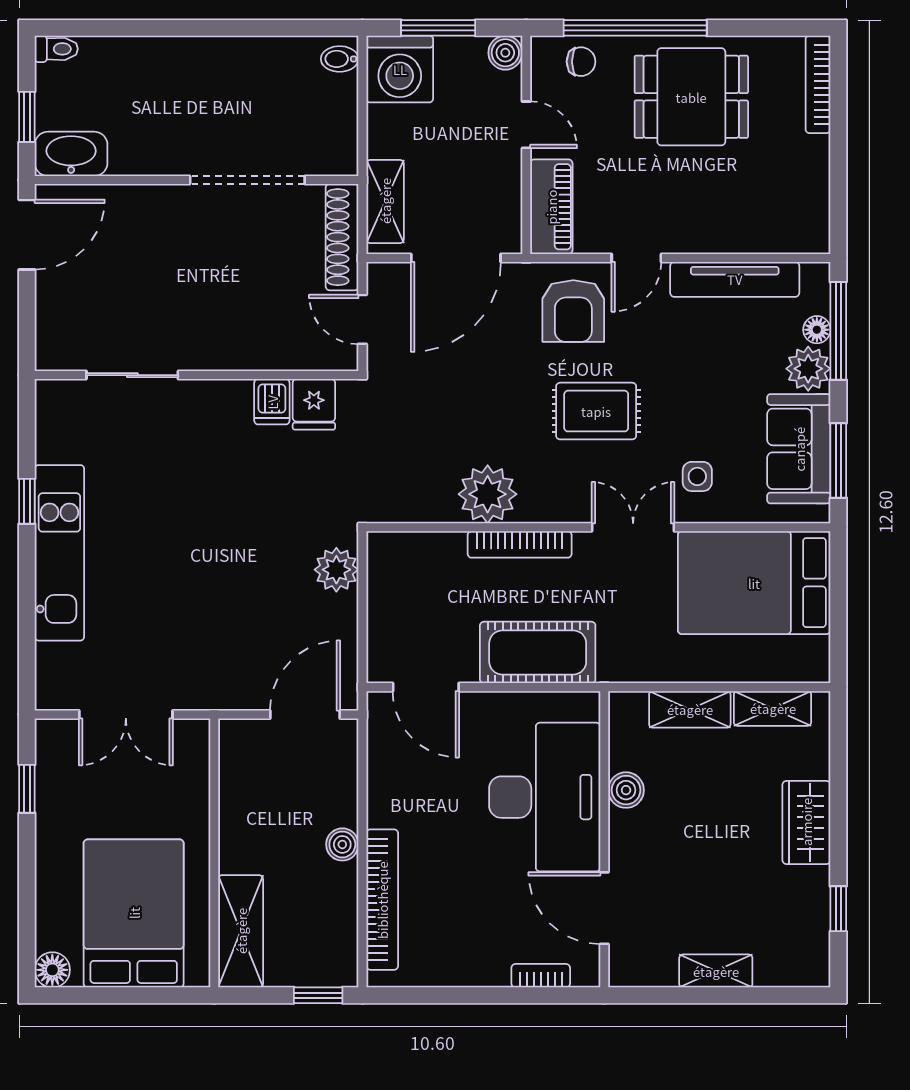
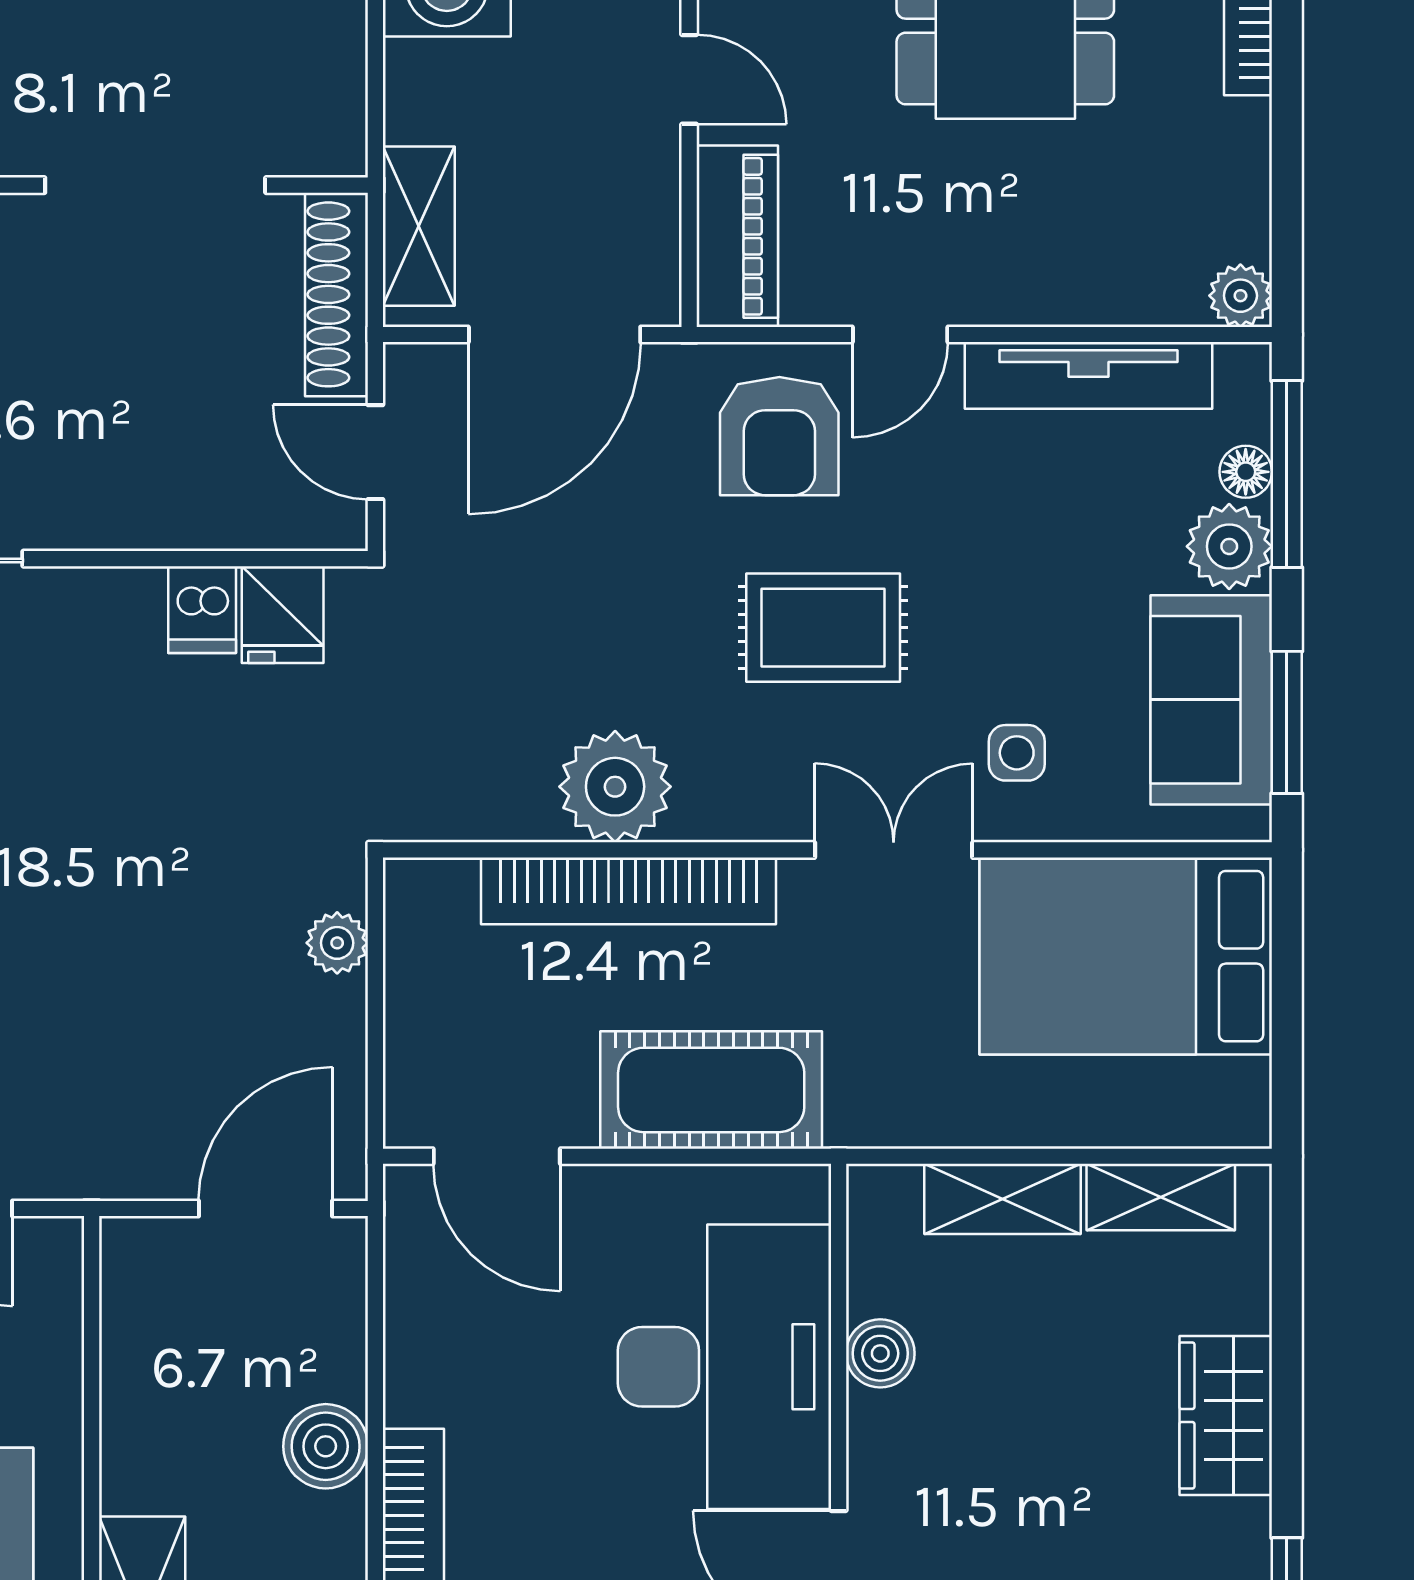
plant: (814, 238) -> (1240, 296), added
bookcase: (520, 544) -> (629, 891), width x1.48, depth x1.31
plant: (336, 570) -> (337, 943), width x0.73, depth x0.73
boiler: (342, 844) -> (326, 1446), width x1.36, depth x1.36

